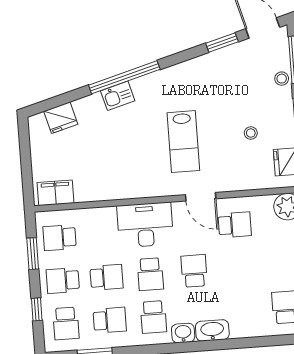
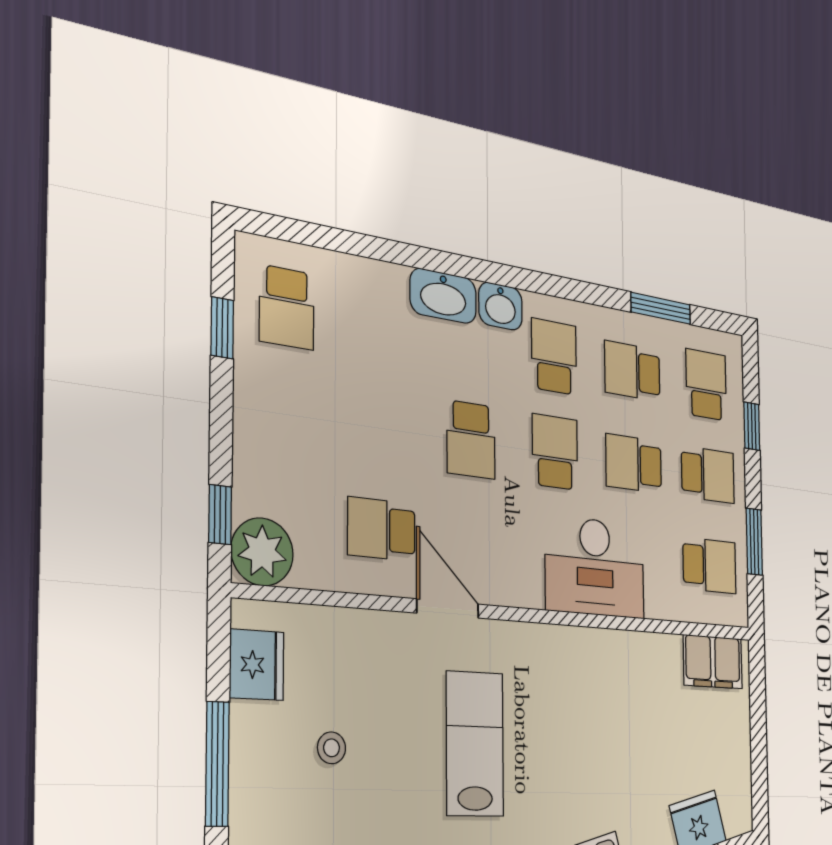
desk: (145, 225) -> (595, 567), moved

